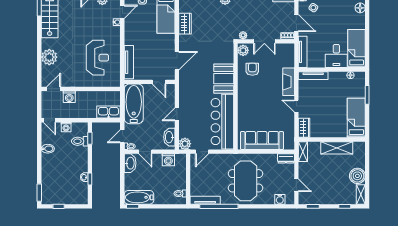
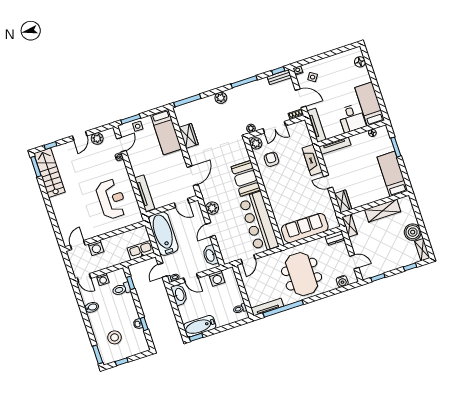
plant: (49, 57) -> (63, 215), removed
plant: (185, 144) -> (212, 208), moved
stool: (59, 182) -> (115, 337), added

